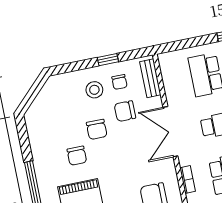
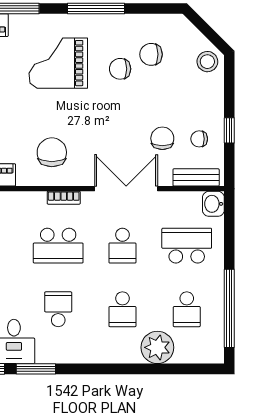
washbasin: (168, 60) -> (213, 204), added
stool: (94, 90) -> (207, 62), moved
chair: (97, 129) -> (151, 54), moved

